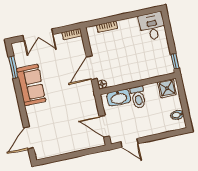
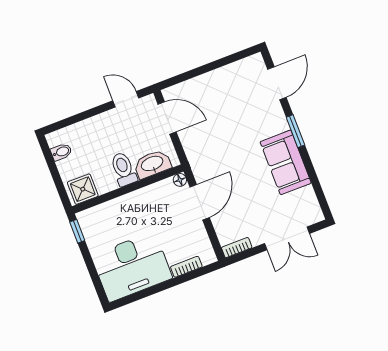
desk: (152, 26) -> (132, 267), width x1.87, depth x1.30
double door: (38, 35) -> (287, 238), swing flipped
window: (13, 67) -> (295, 131), moved

